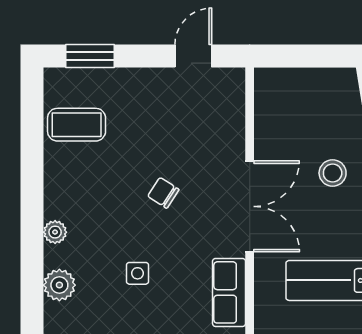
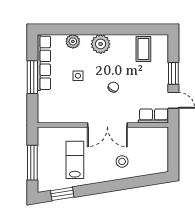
window: (90, 56) -> (173, 73), moved
plant: (55, 232) -> (101, 44), width x1.87, depth x1.87
row of seats: (229, 292) -> (153, 116), moved

